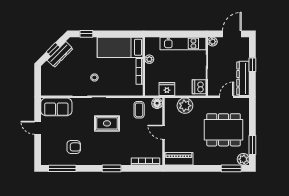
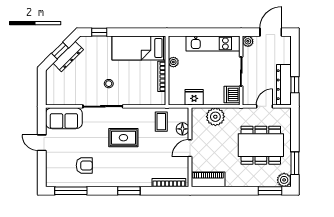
window: (252, 65) -> (295, 85), moved
floor lamp: (157, 103) -> (182, 129), moved
door: (163, 132) -> (190, 148), hinge flipped

